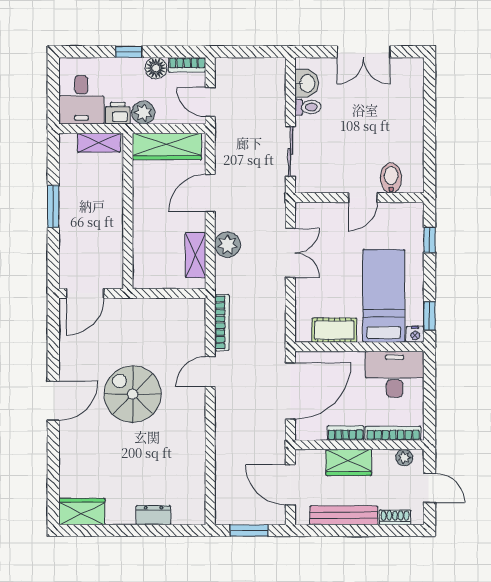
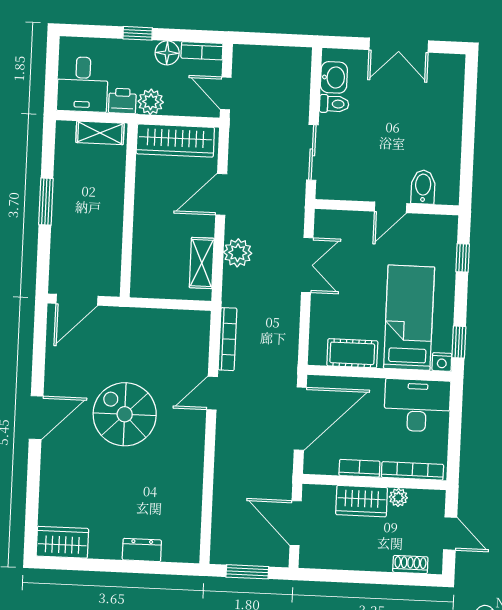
plant: (404, 457) -> (398, 497), moved
bench: (344, 515) -> (353, 560), removed

